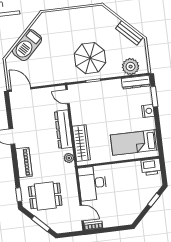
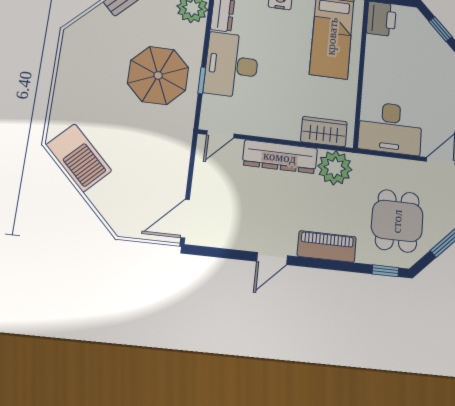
barbecue: (27, 45) -> (79, 158), moved
desk: (105, 94) -> (232, 65), added
wardrobe: (81, 143) -> (324, 132), width x0.67
plant: (69, 158) -> (335, 168), width x1.88, depth x1.88

